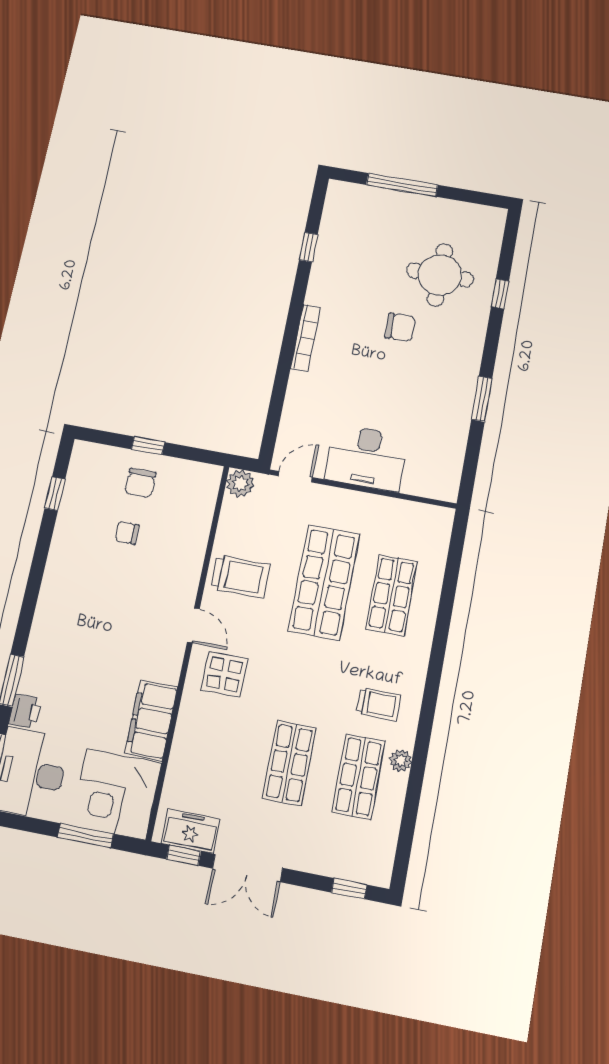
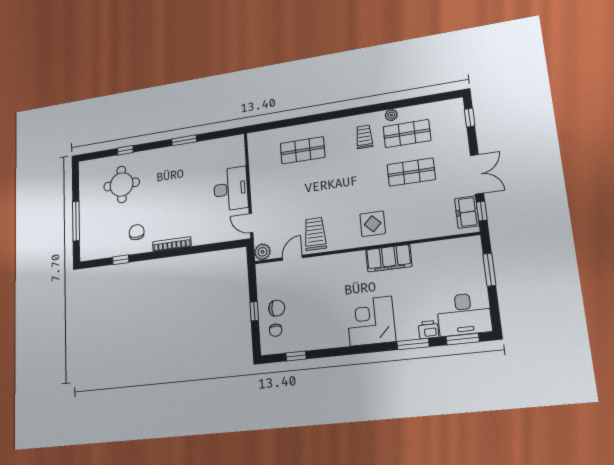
chair: (400, 327) -> (137, 232), moved
chair: (127, 533) -> (276, 330), moved
shop shelf: (324, 582) -> (306, 188), removed
door: (193, 625) -> (292, 258), moved
filing cabinet: (151, 720) -> (389, 258), moved
corner desk: (116, 794) -> (371, 321), moved, turned 180

